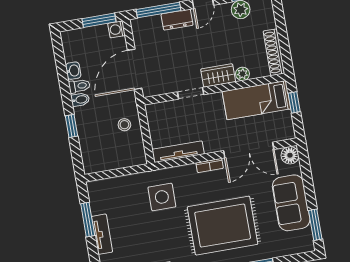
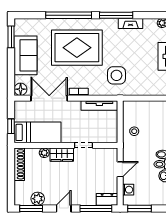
dresser: (177, 20) -> (107, 199), moved
washing machine: (116, 29) -> (128, 190), moved
door: (135, 69) -> (120, 169), width x0.53

